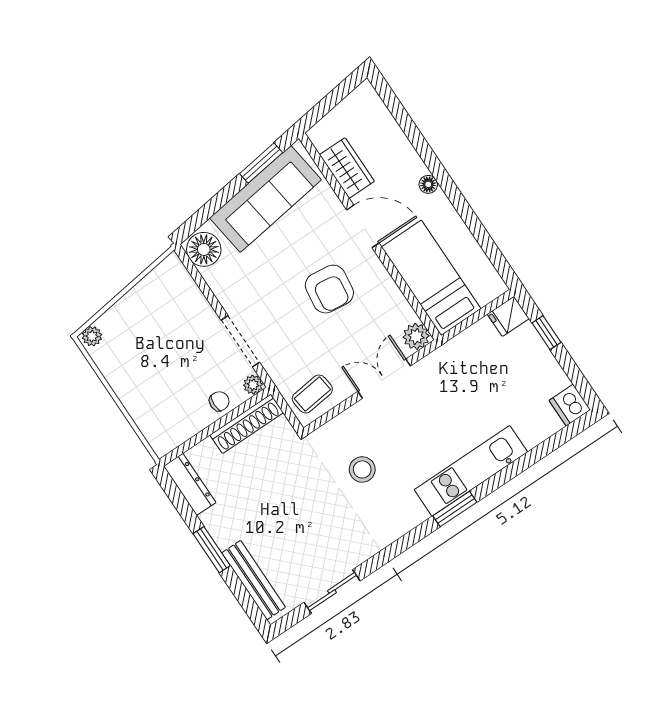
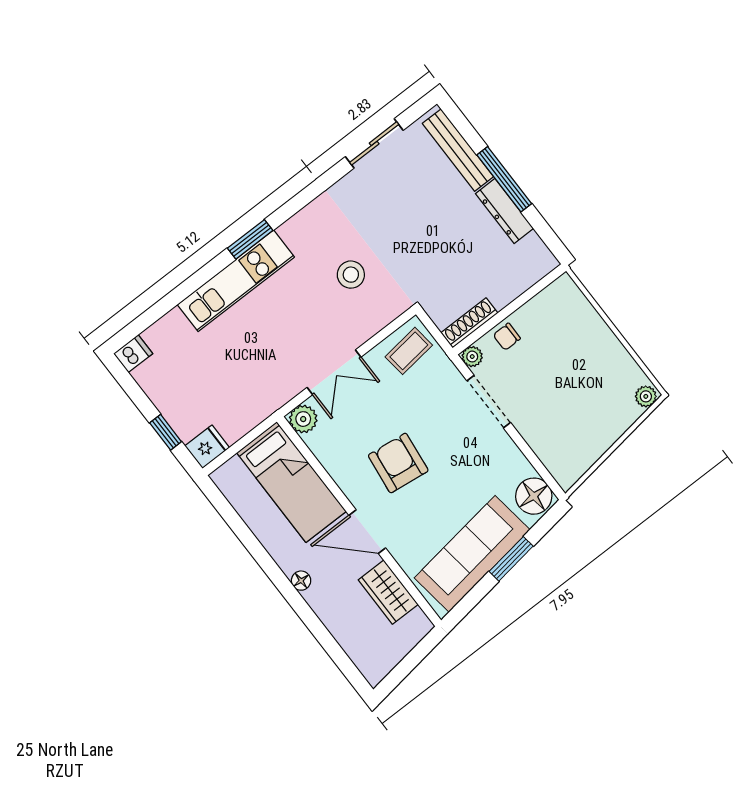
window: (261, 163) -> (511, 559), moved
dishwasher: (570, 405) -> (133, 354), width x0.73
shoe rack: (247, 424) -> (469, 323), width x0.74, depth x0.81
dresser: (190, 484) -> (505, 211), moved
window: (212, 550) -> (504, 179), width x1.44

